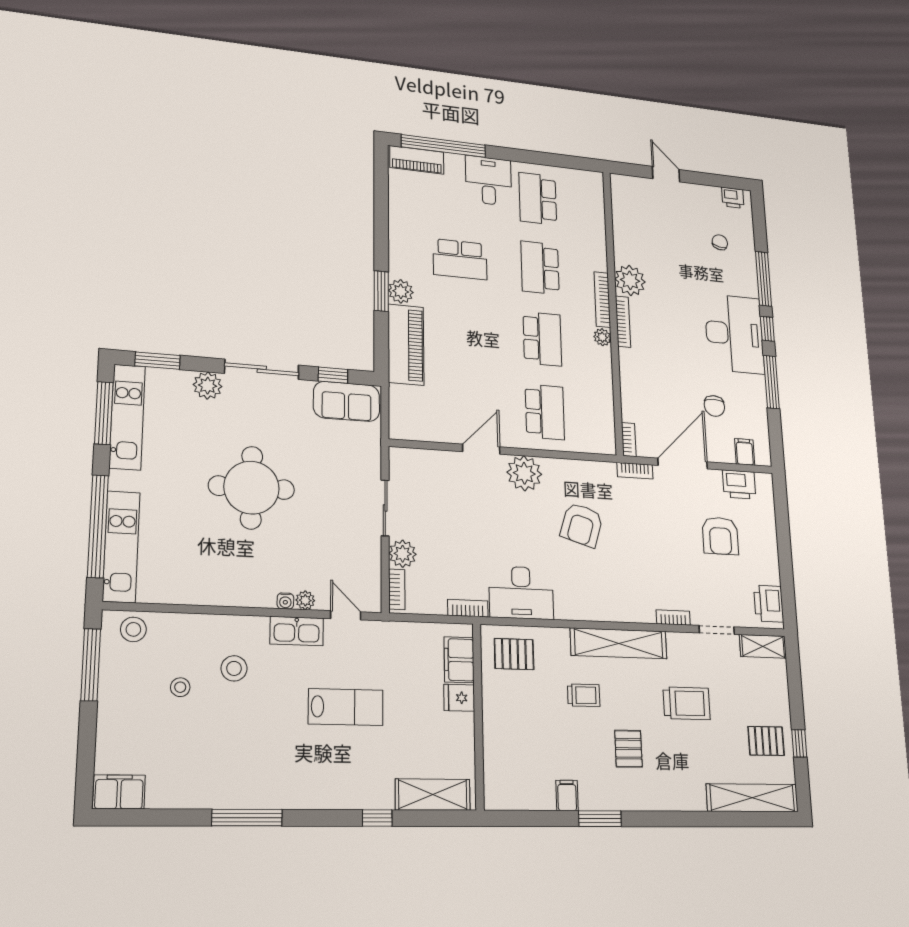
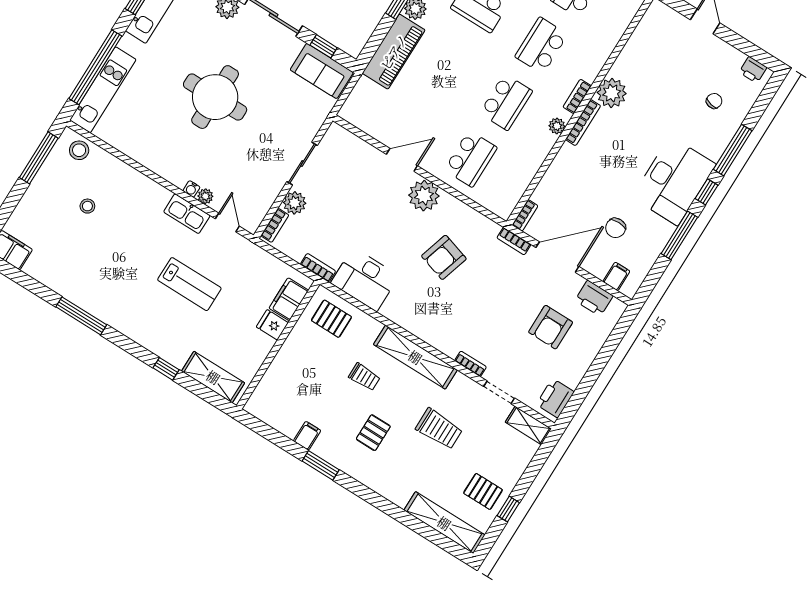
bookcase: (602, 299) -> (577, 96), width x0.64
stool: (234, 668) -> (130, 214), removed

